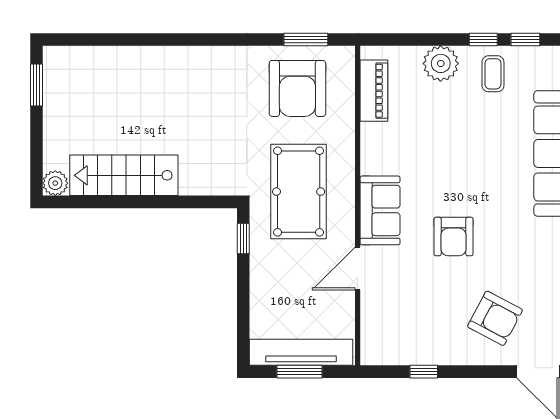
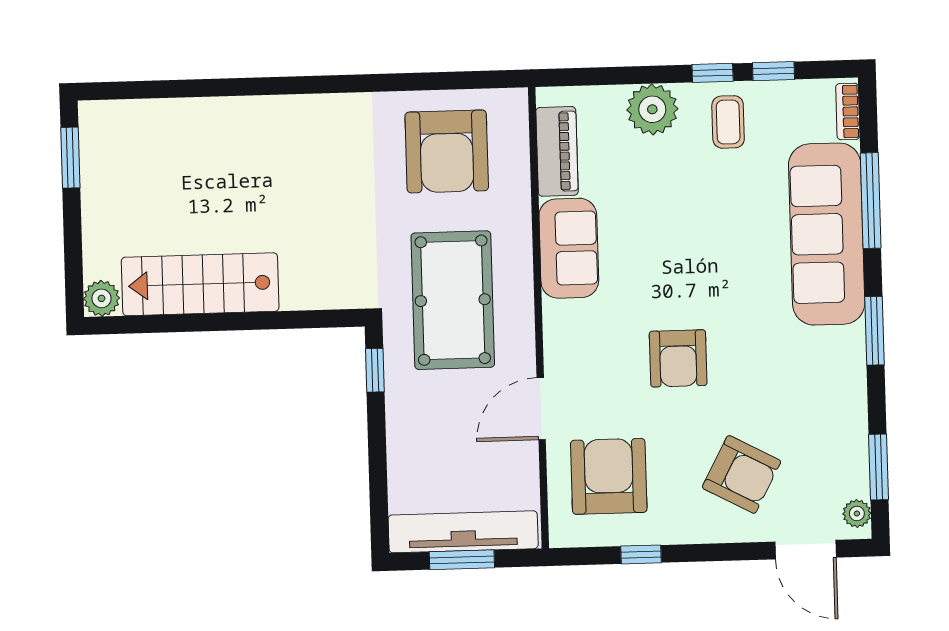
window: (306, 39) -> (457, 81), removed
sofa: (380, 210) -> (569, 248), moved
armchair: (403, 317) -> (609, 476), added

